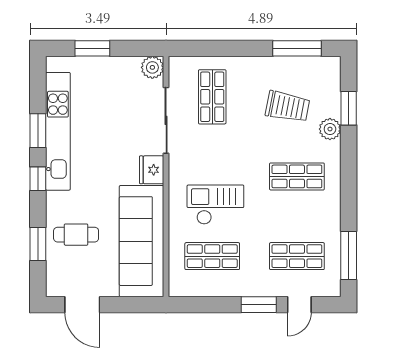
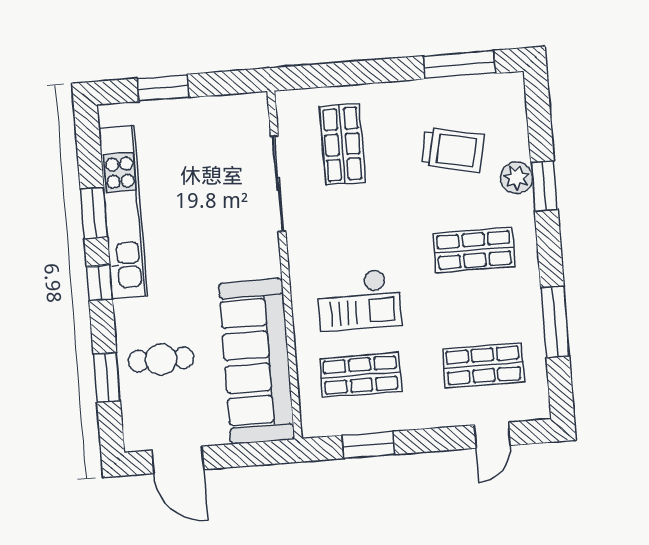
plant: (152, 67) -> (252, 109), removed
window: (349, 108) -> (544, 186), moved
fridge: (152, 170) -> (263, 257), removed
checkout: (215, 205) -> (359, 300), turned 180
window: (349, 256) -> (555, 322), moved
window: (259, 305) -> (368, 445), moved

